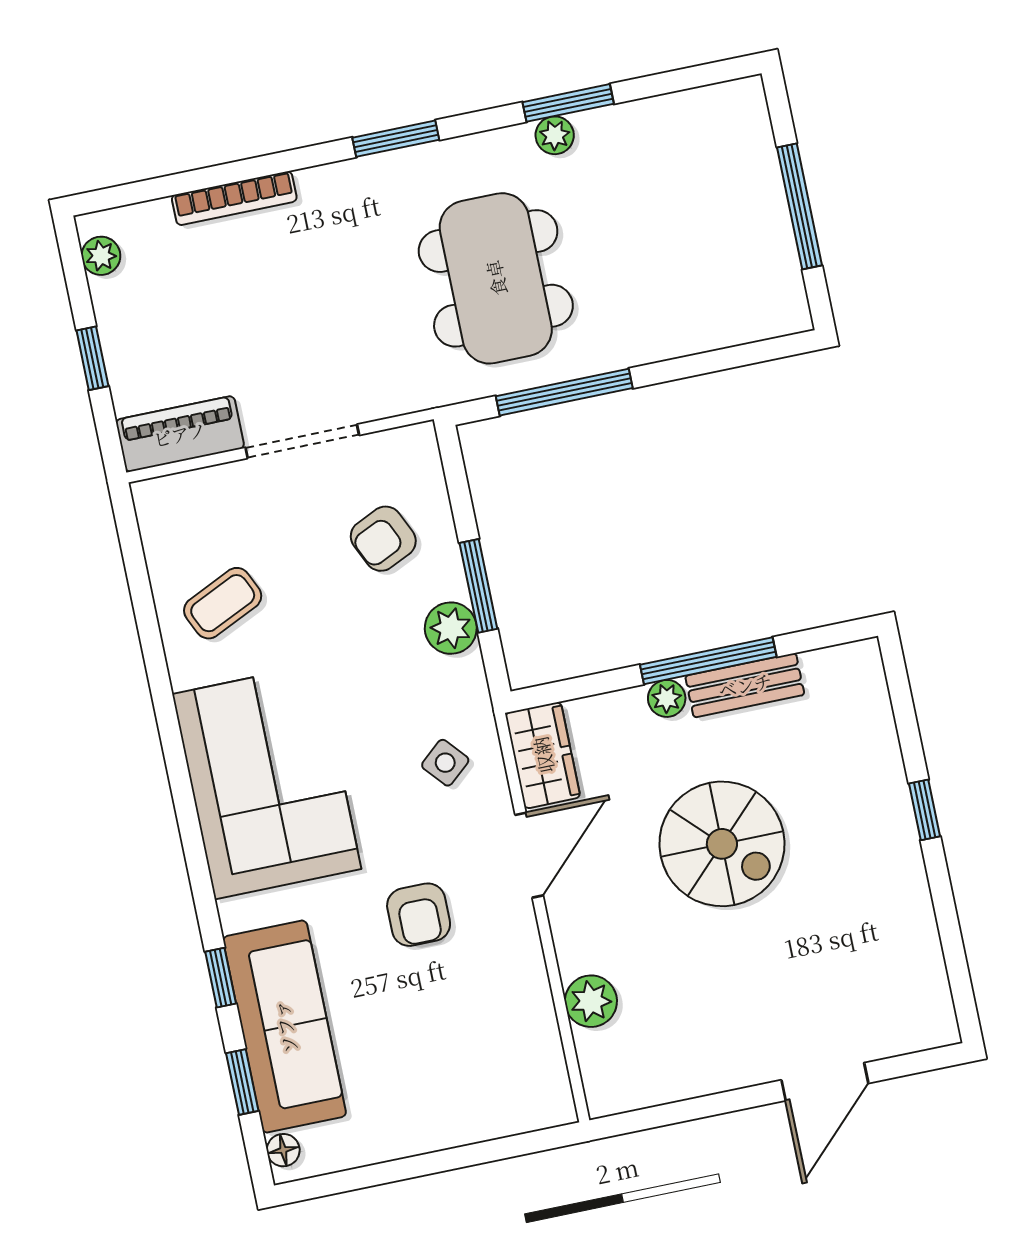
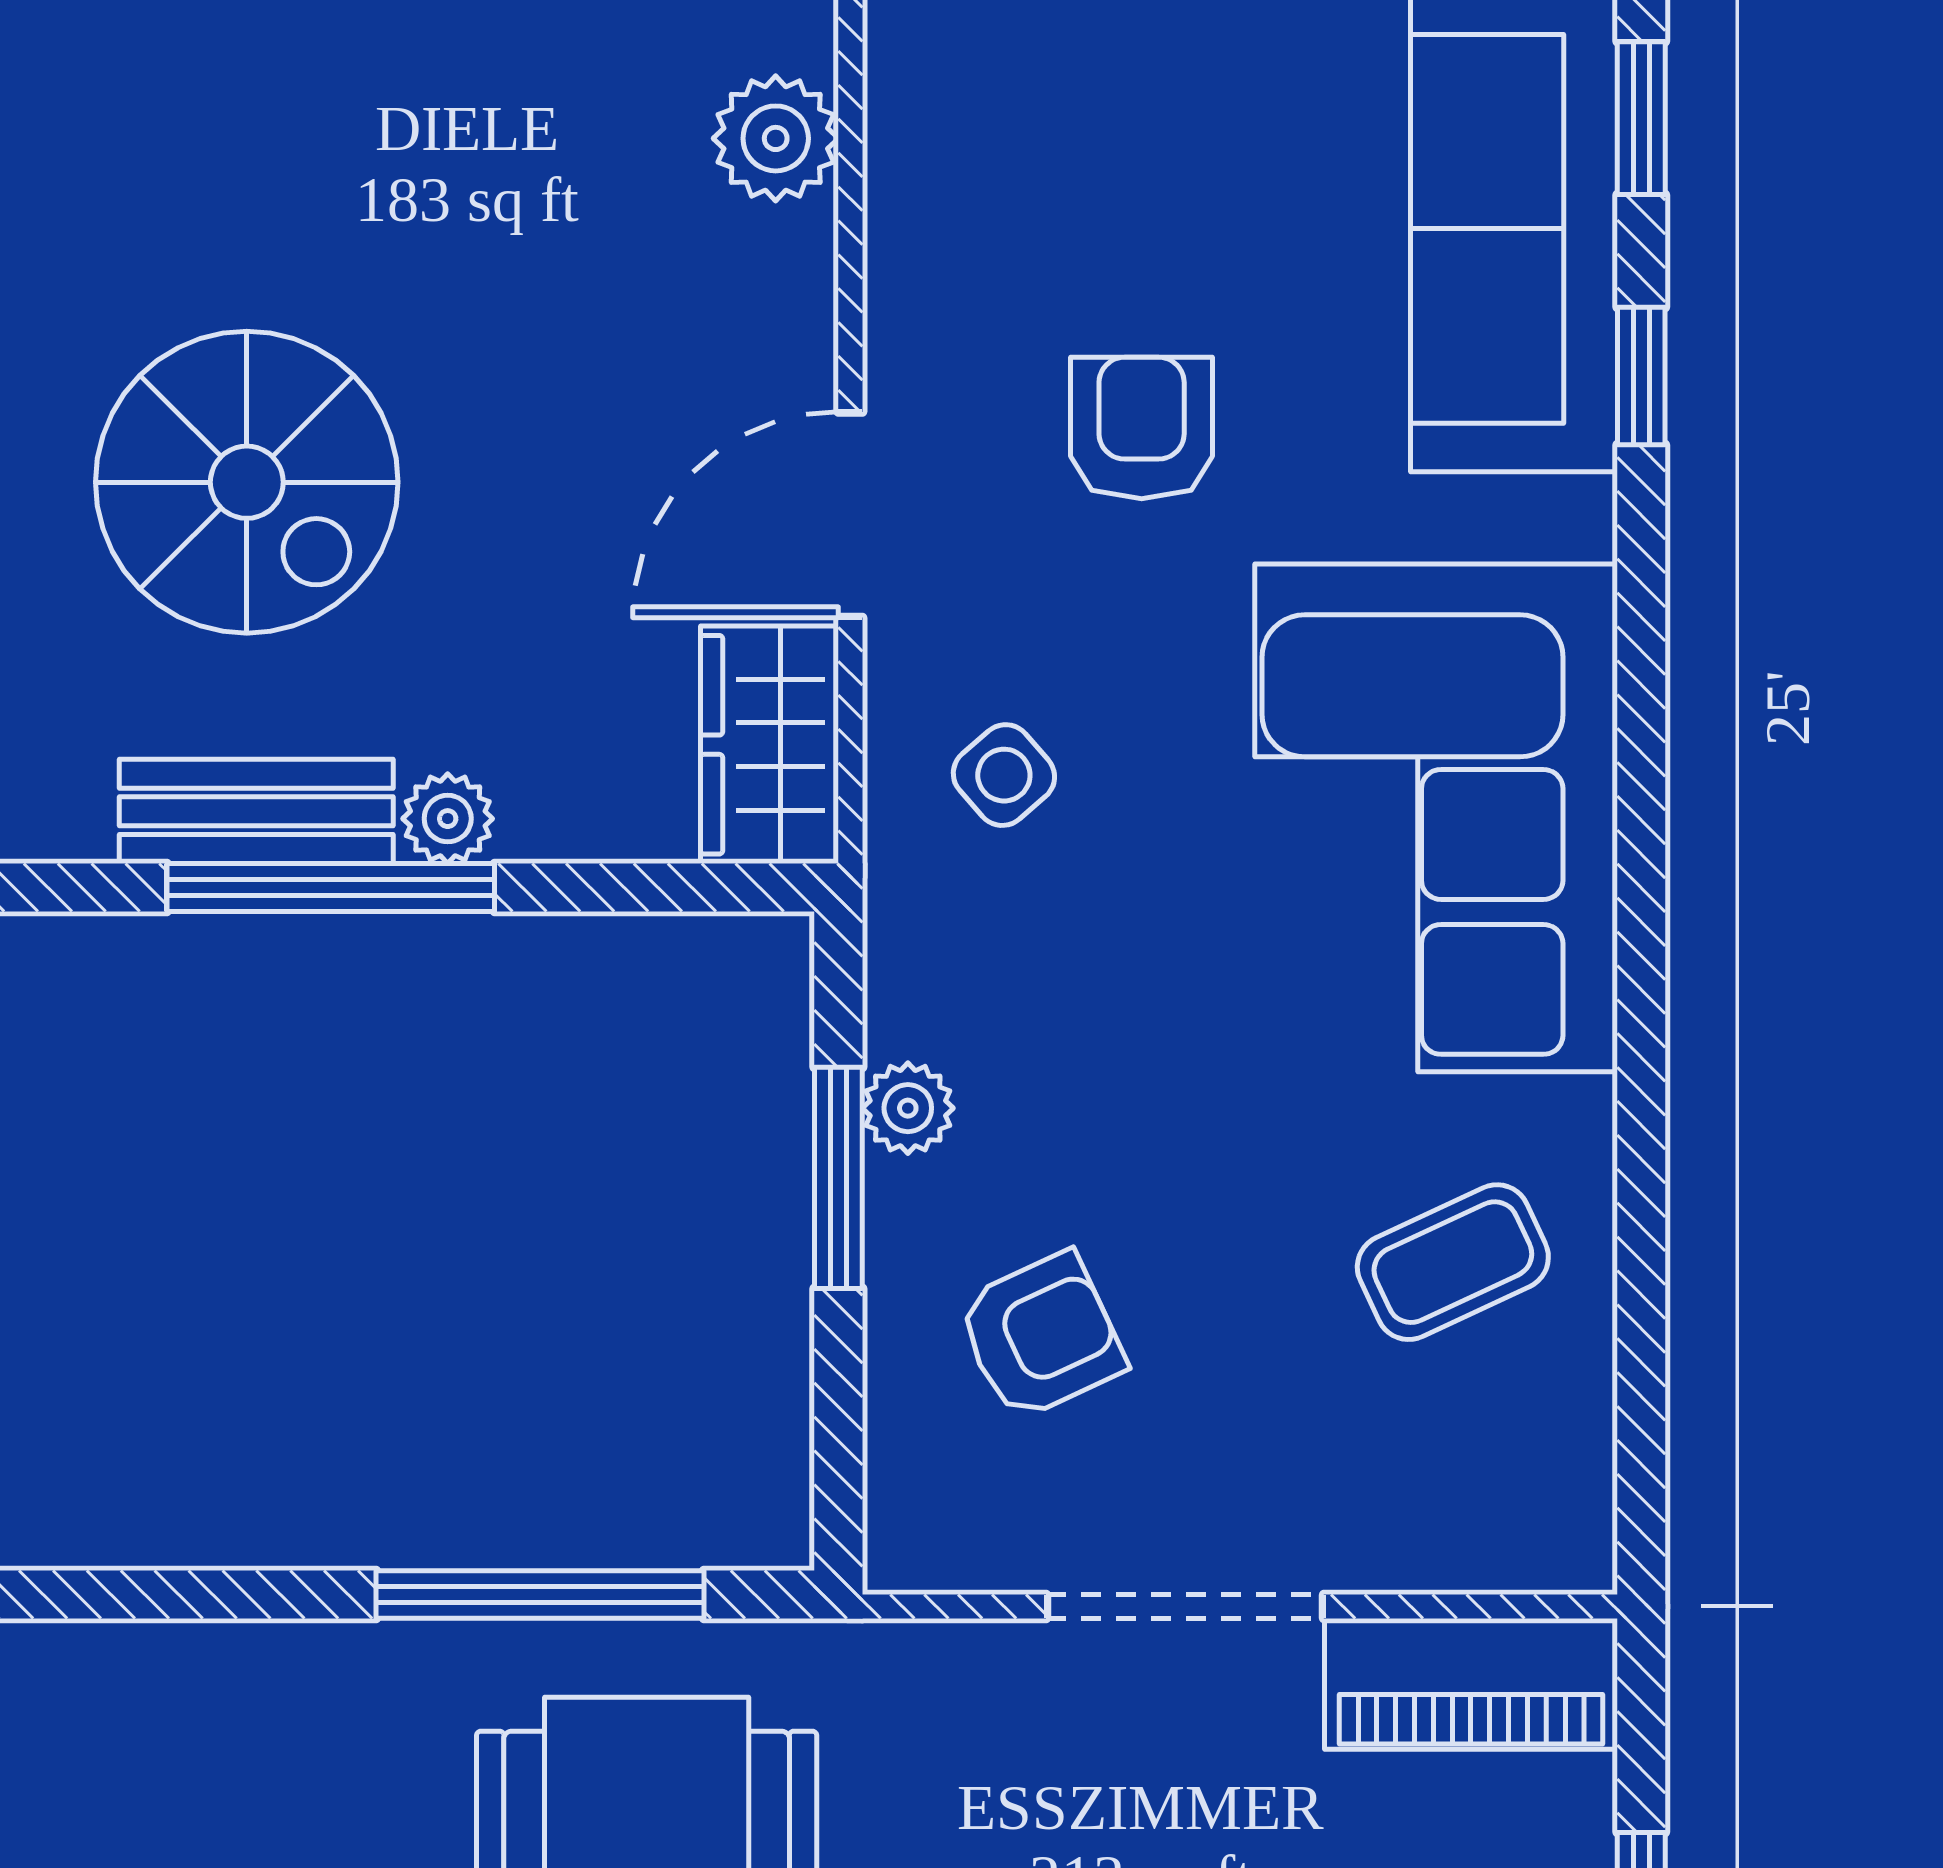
plant: (451, 628) -> (908, 1108), width x0.73, depth x0.73
spiral stairs: (722, 844) -> (247, 482), moved, turned 180

